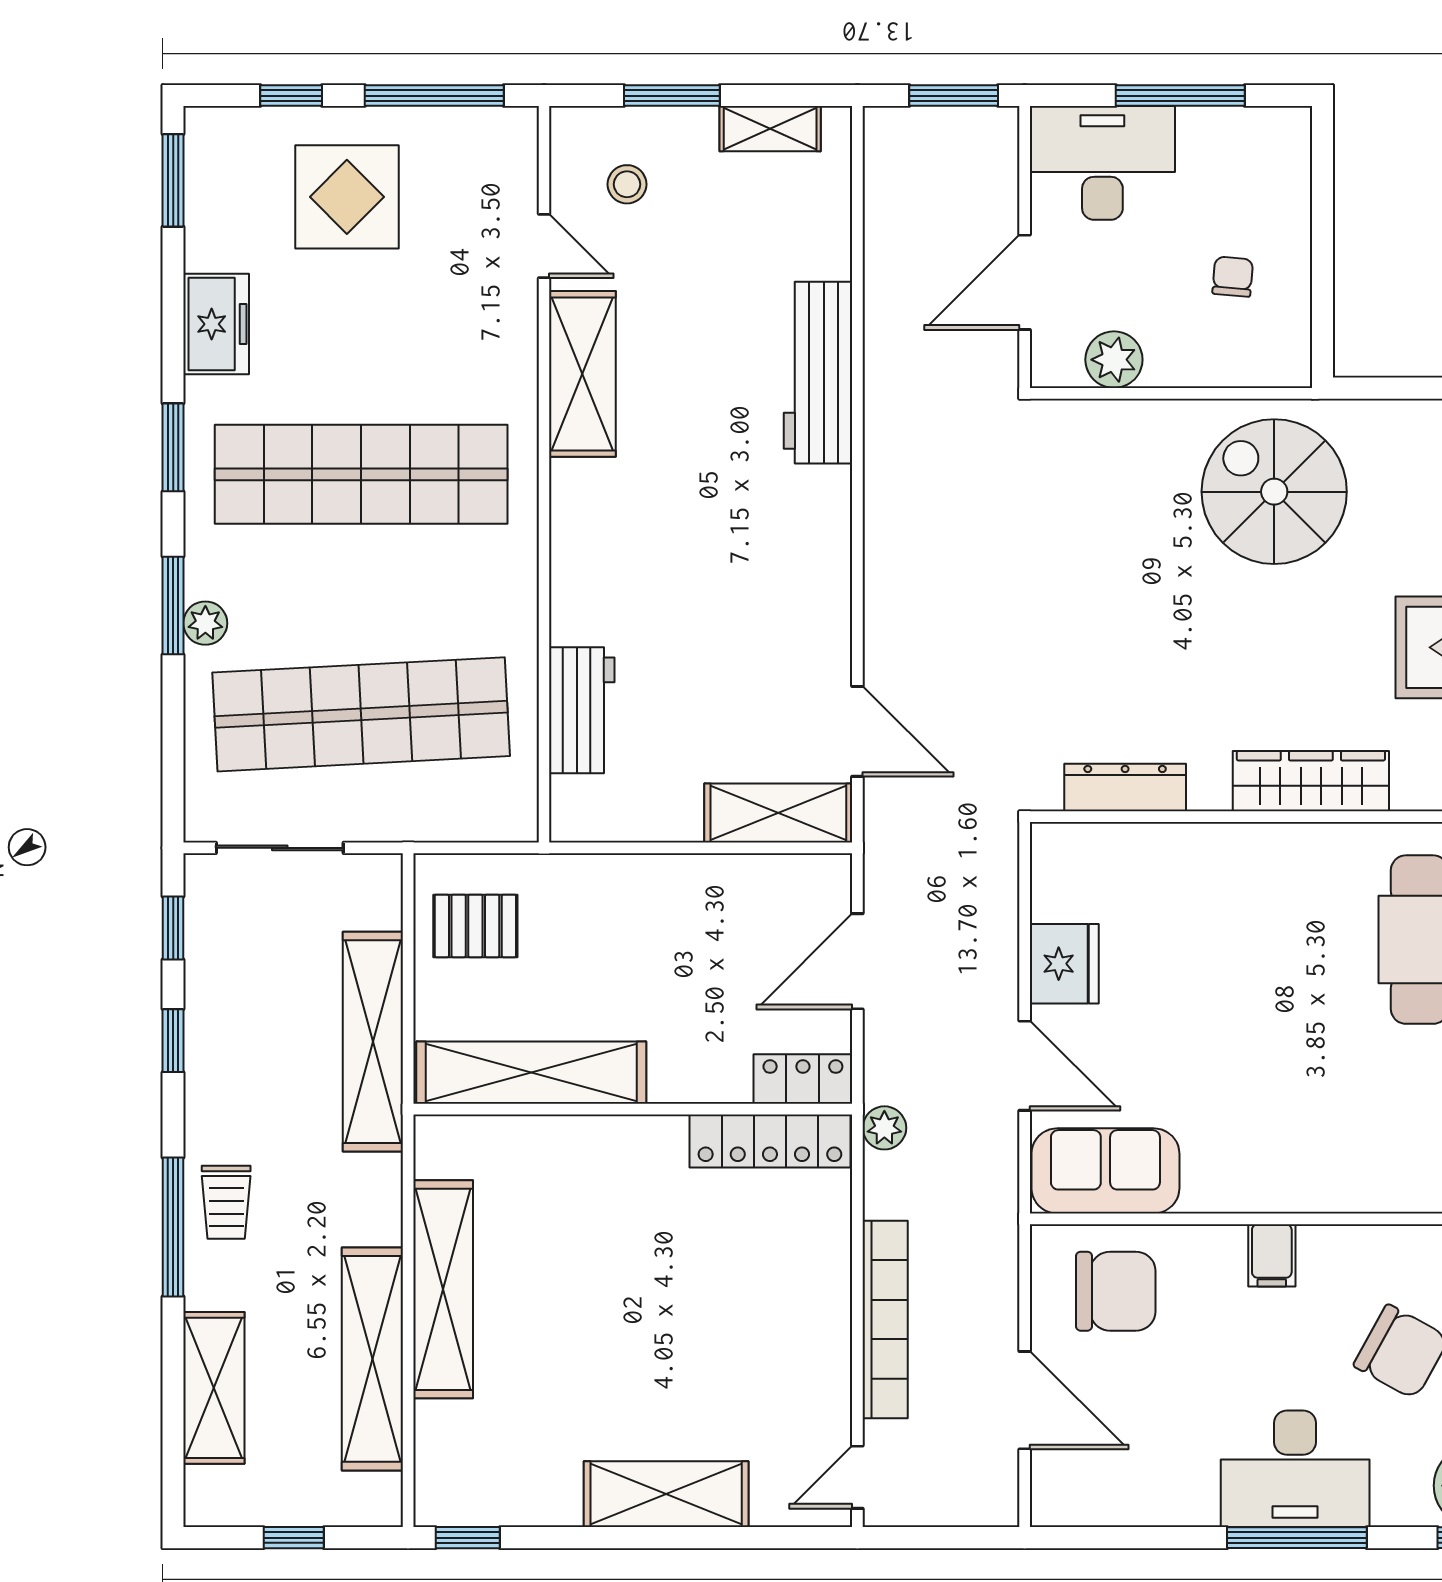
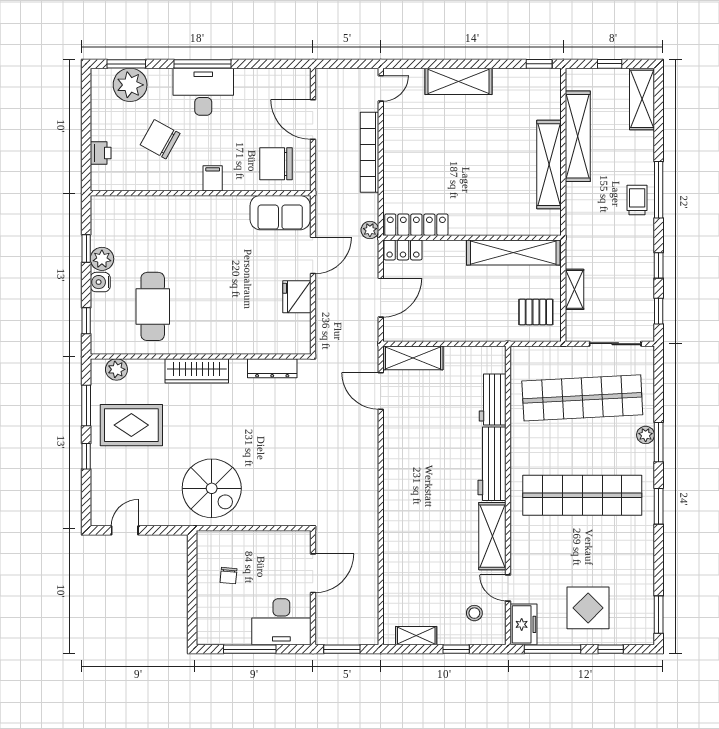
window: (672, 96) -> (456, 649), width x0.67
freezer: (216, 324) -> (523, 624), moved, turned 180
plant: (1114, 360) -> (277, 542), removed
workbench: (818, 373) -> (492, 464), moved, turned 180
shelving: (373, 1042) -> (574, 289), width x0.45, depth x0.75
door: (1025, 1066) -> (313, 255), swing flipped
shelving: (214, 1388) -> (642, 99), moved

